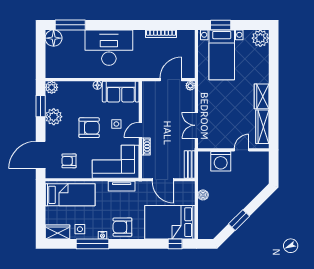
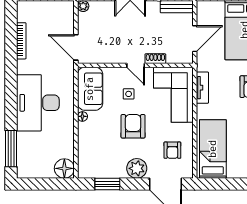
floor lamp: (54, 38) -> (64, 168), moved
door: (171, 80) -> (76, 47), moved
plant: (52, 87) -> (85, 171), removed
plant: (54, 117) -> (137, 168), moved

